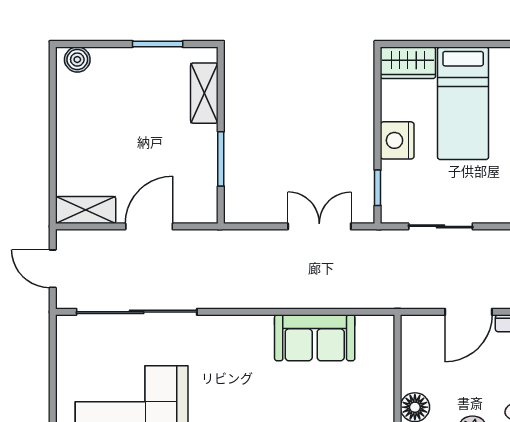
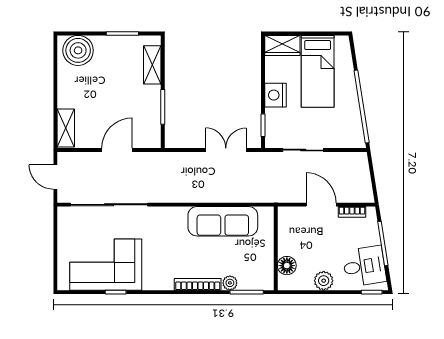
boiler: (77, 60) -> (78, 50), width x1.86, depth x1.86
shelving: (86, 210) -> (66, 128), moved, turned 90
door: (469, 312) -> (321, 205), swing flipped
sofa: (315, 338) -> (223, 221), width x1.36

